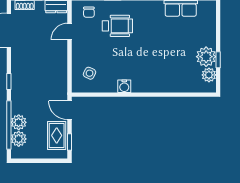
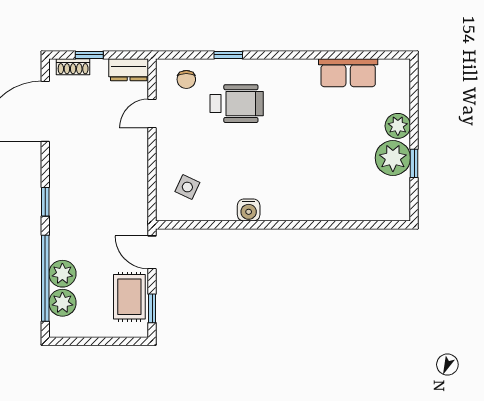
plant: (209, 75) -> (398, 126), moved

